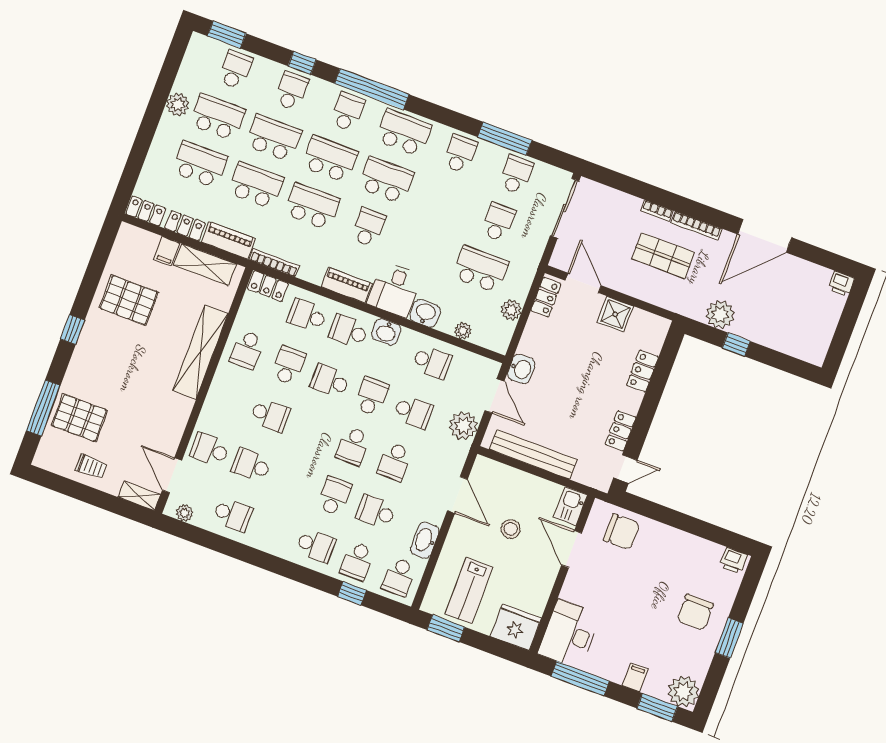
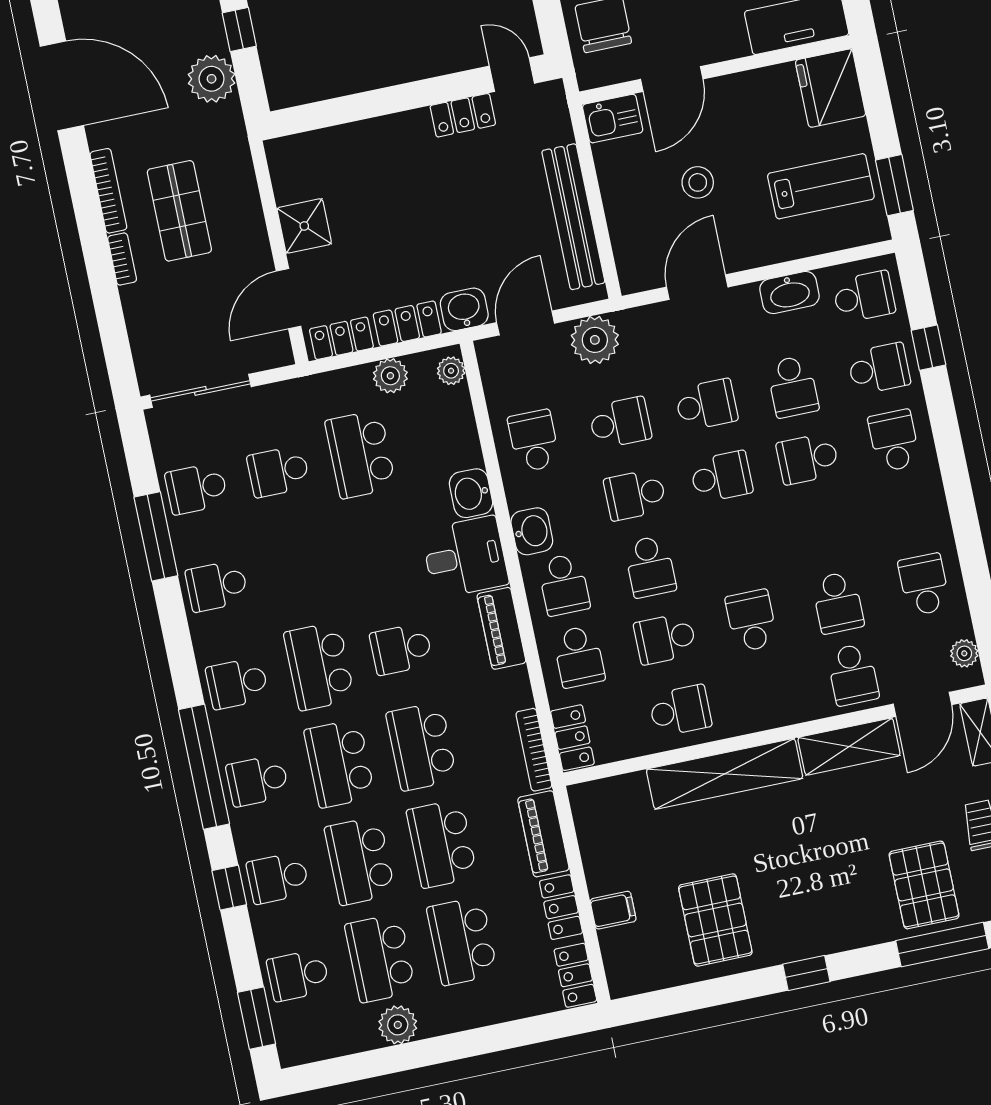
school desk: (404, 133) -> (237, 683), width x0.54
shelving: (205, 265) -> (849, 747), moved, turned 90
plant: (463, 331) -> (451, 371), moved
locker: (642, 371) -> (407, 324), moved, turned 180
school desk: (413, 412) -> (620, 423), turned 90

